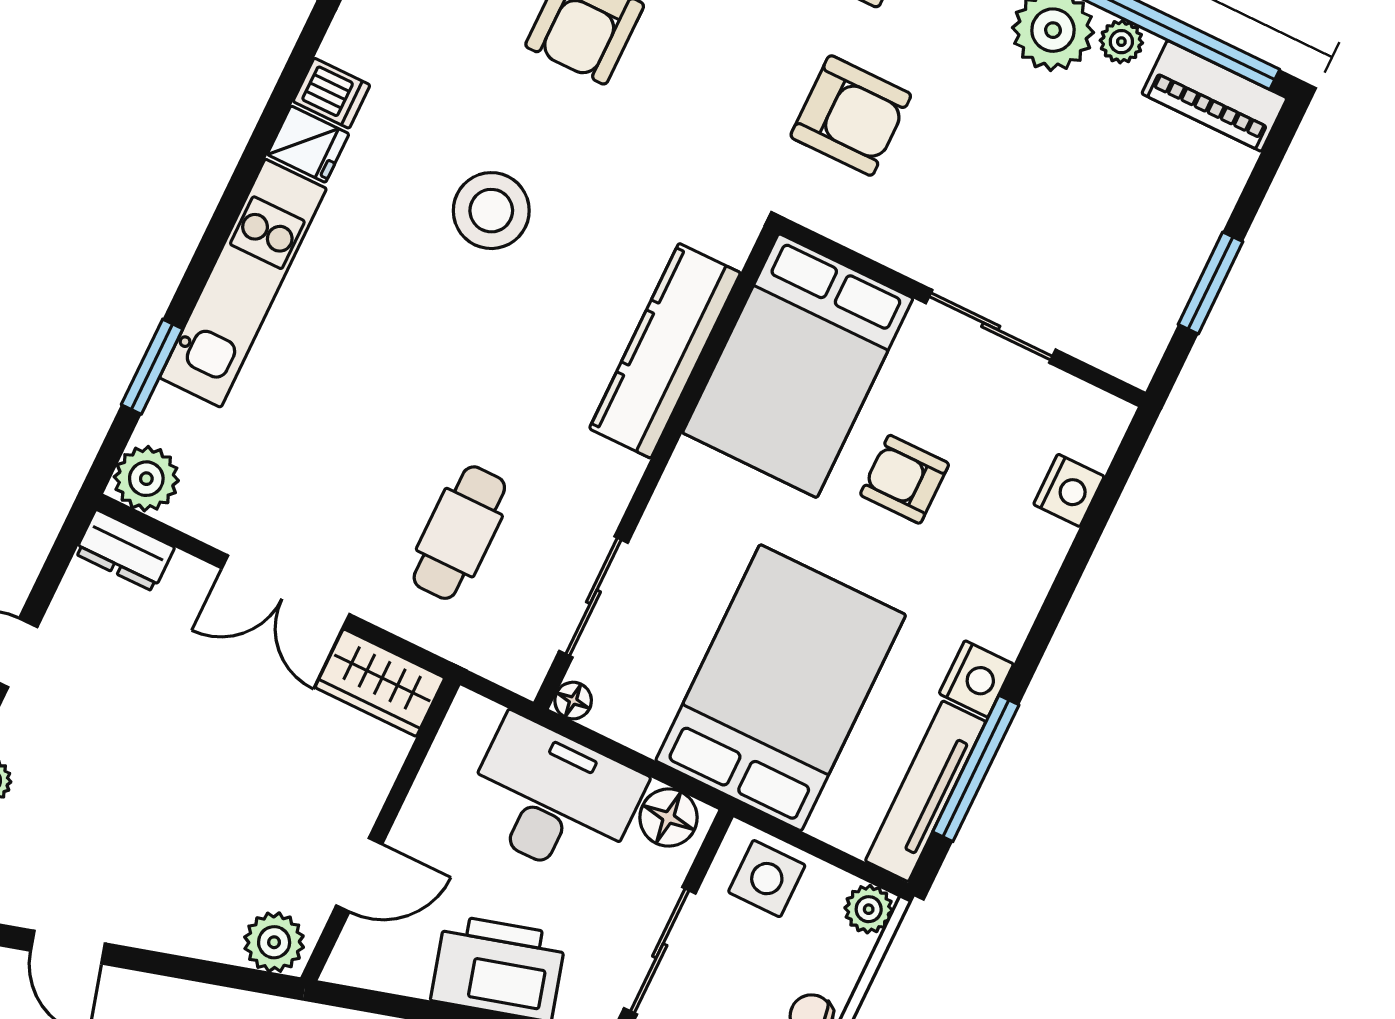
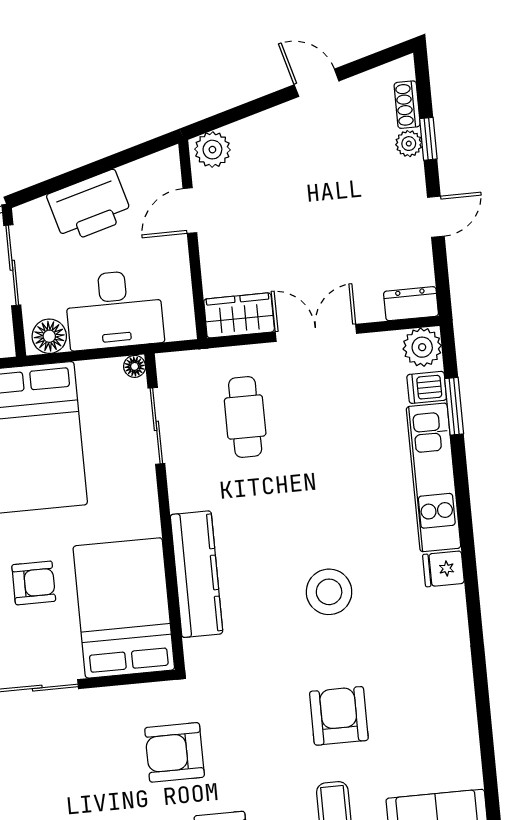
dishwasher: (332, 93) -> (427, 387), moved

